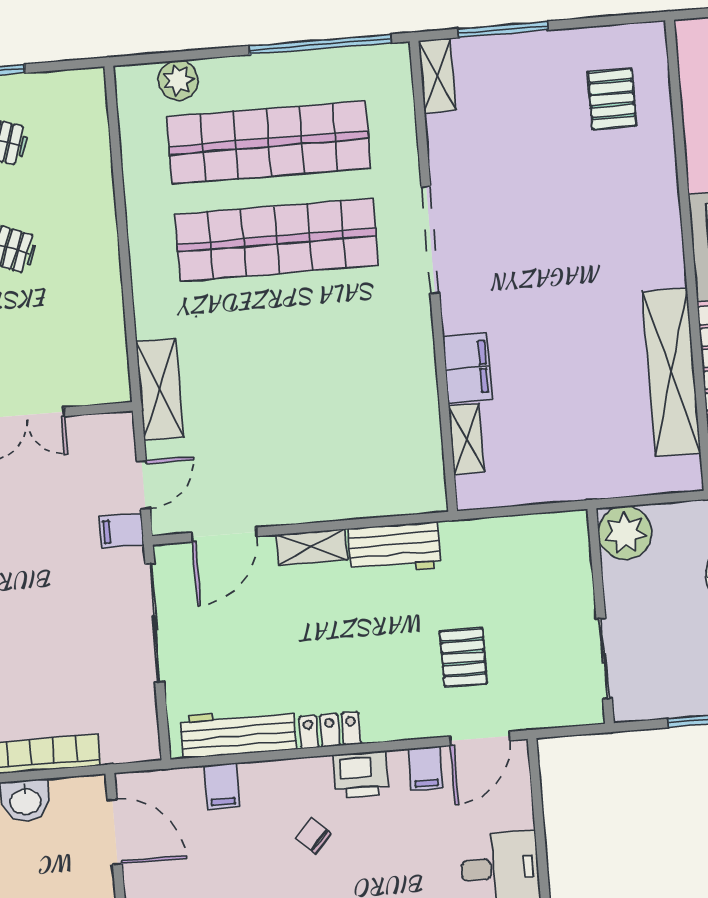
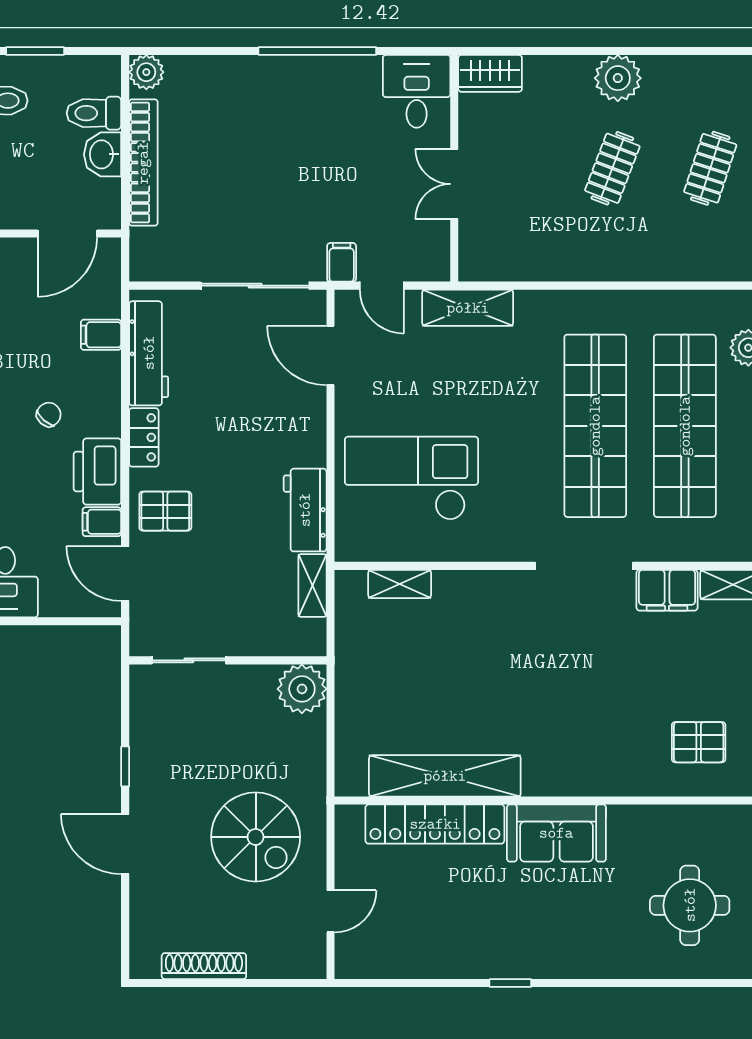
filing cabinet: (468, 368) -> (667, 590), moved
checkout: (350, 435) -> (411, 478), added
plant: (625, 533) -> (302, 689), moved
shelving: (312, 547) -> (312, 585), moved
wall: (601, 616) -> (228, 660), moved
pallet: (463, 657) -> (165, 511), moved
sliding door: (604, 658) -> (189, 660), moved
printer: (361, 774) -> (97, 472), width x1.37, depth x1.19

